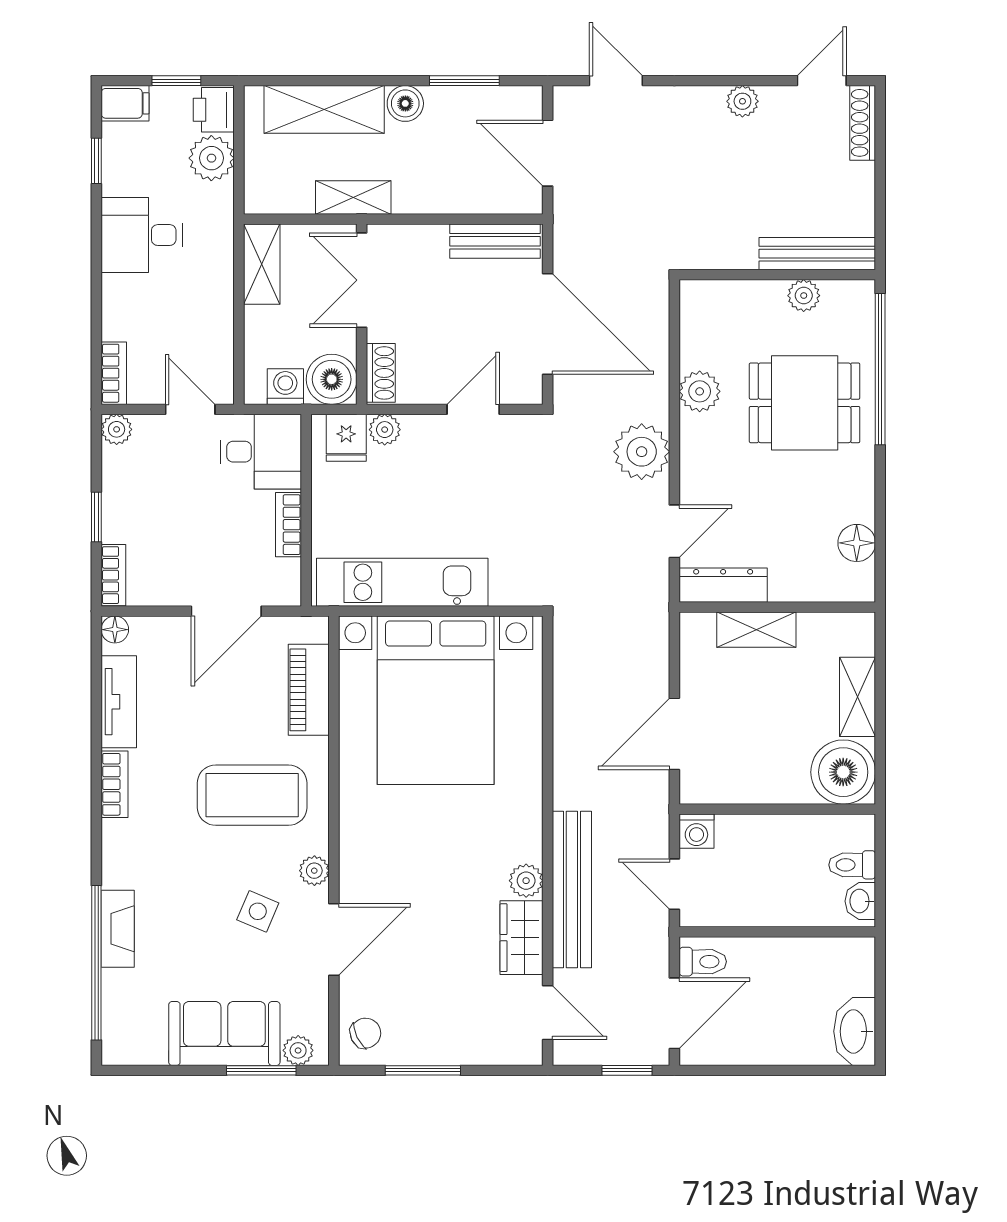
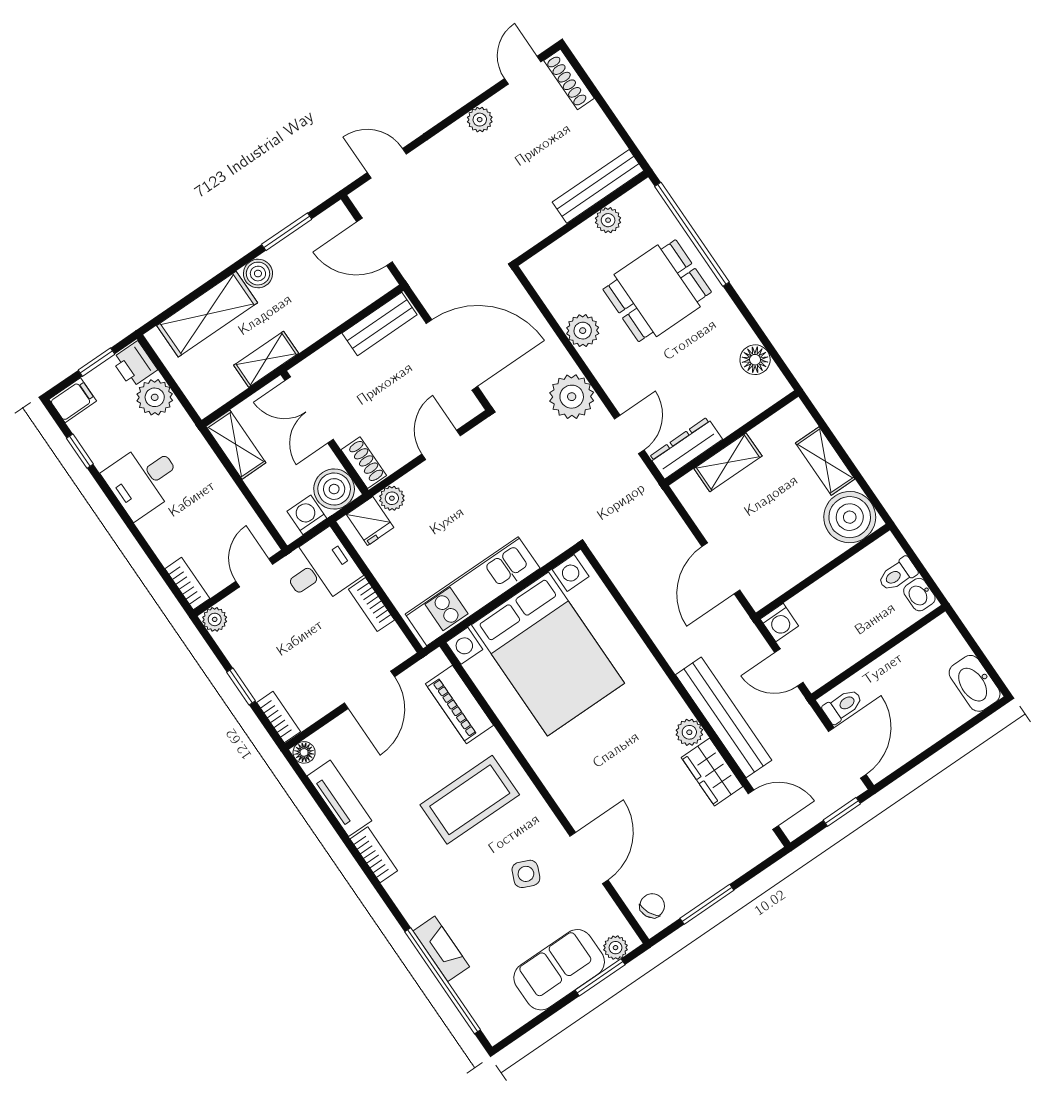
door: (190, 409) -> (254, 573), hinge flipped
plant: (314, 871) -> (545, 821), removed

